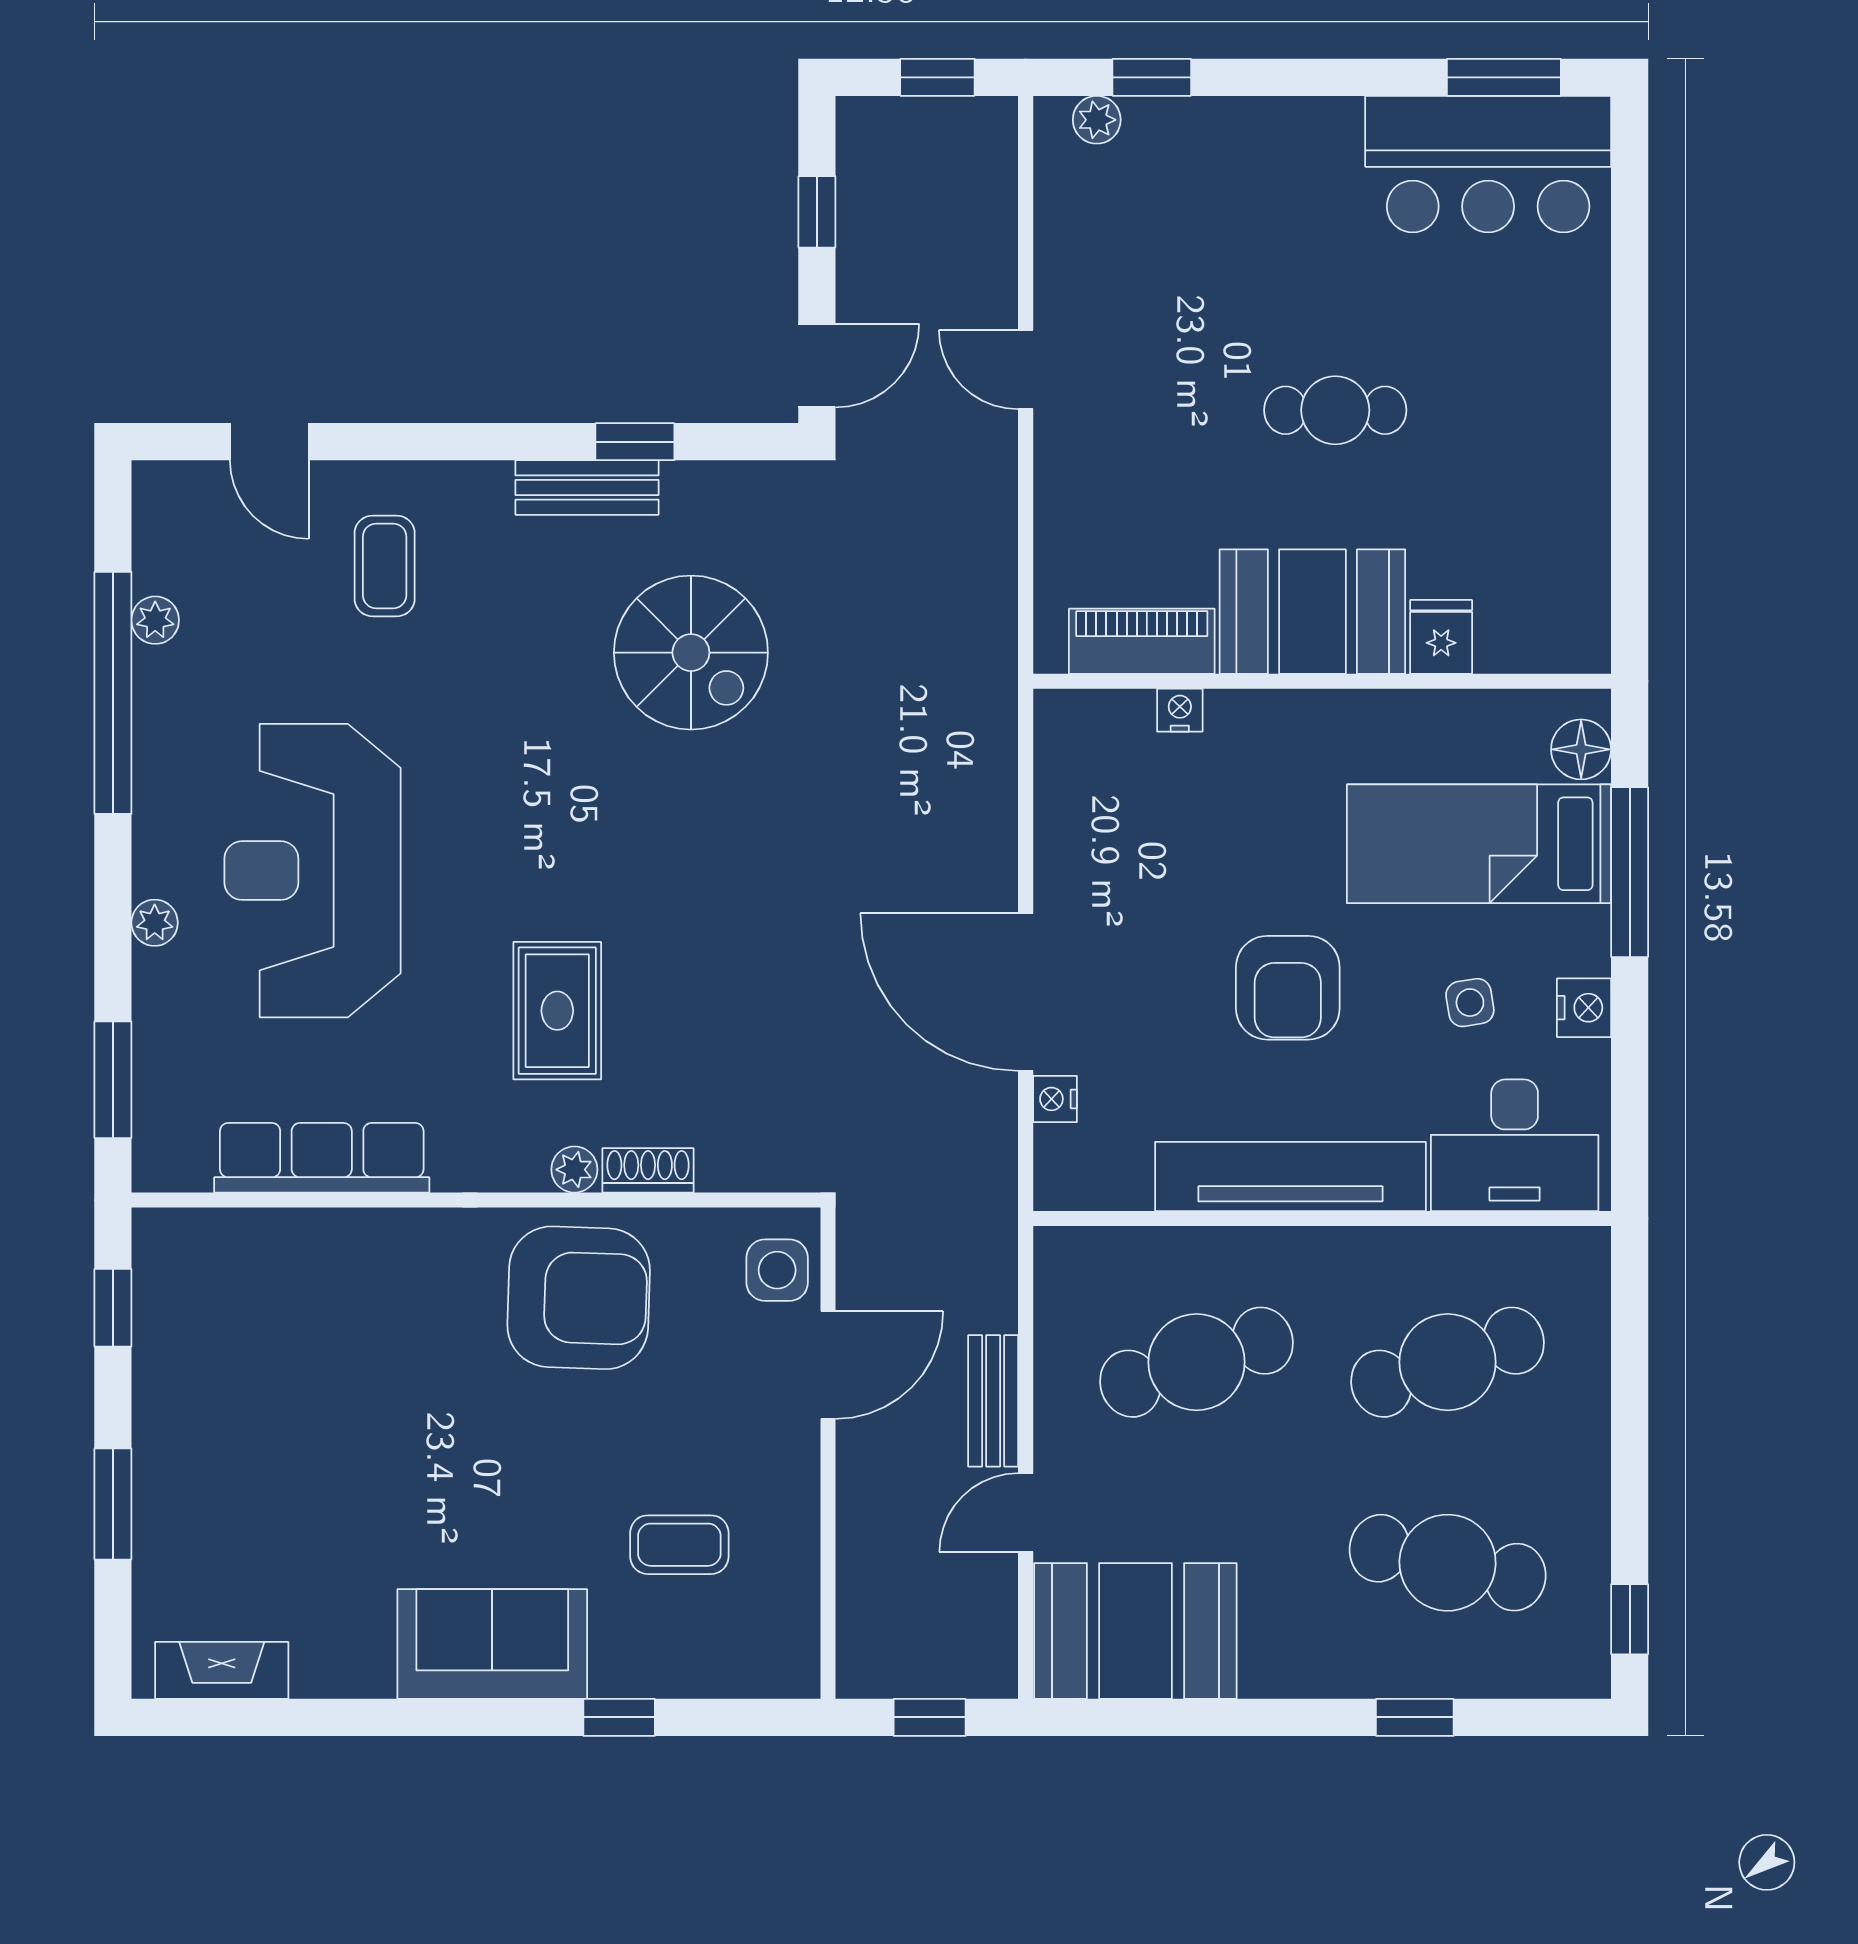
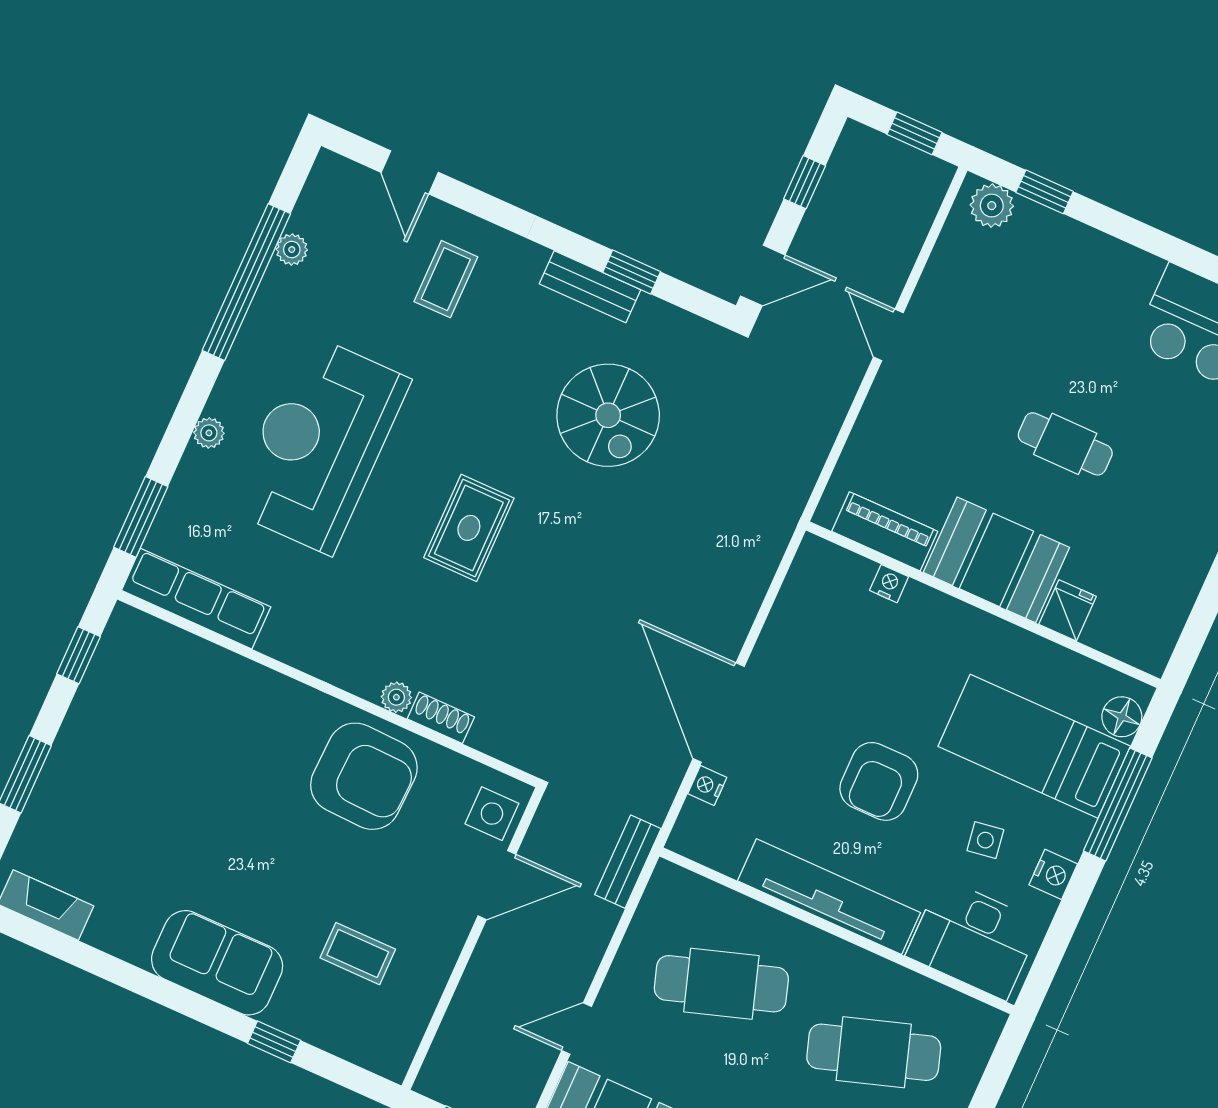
plant: (1097, 120) -> (992, 206), width x1.38, depth x1.38
rug: (557, 1011) -> (469, 528), moved
row of seats: (322, 1158) -> (196, 599), moved
bench: (993, 1401) -> (628, 862), moved

